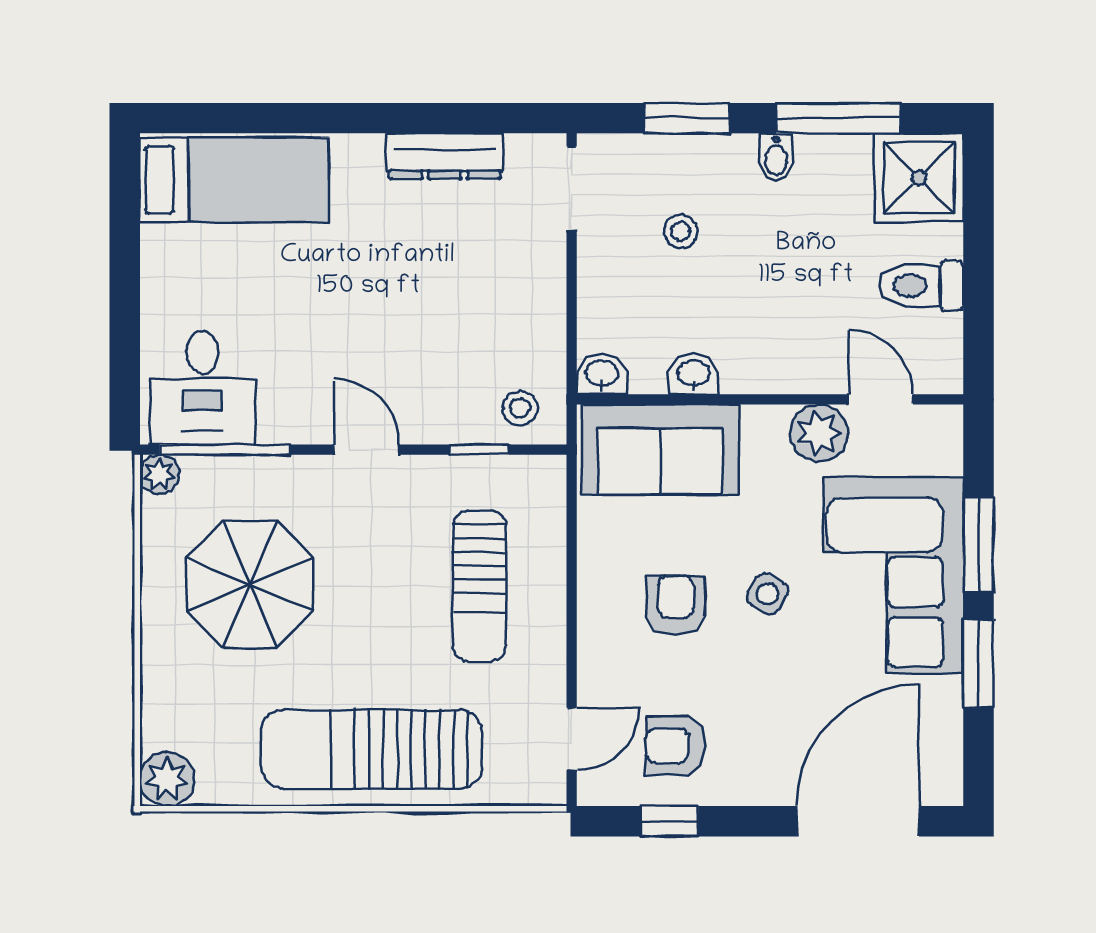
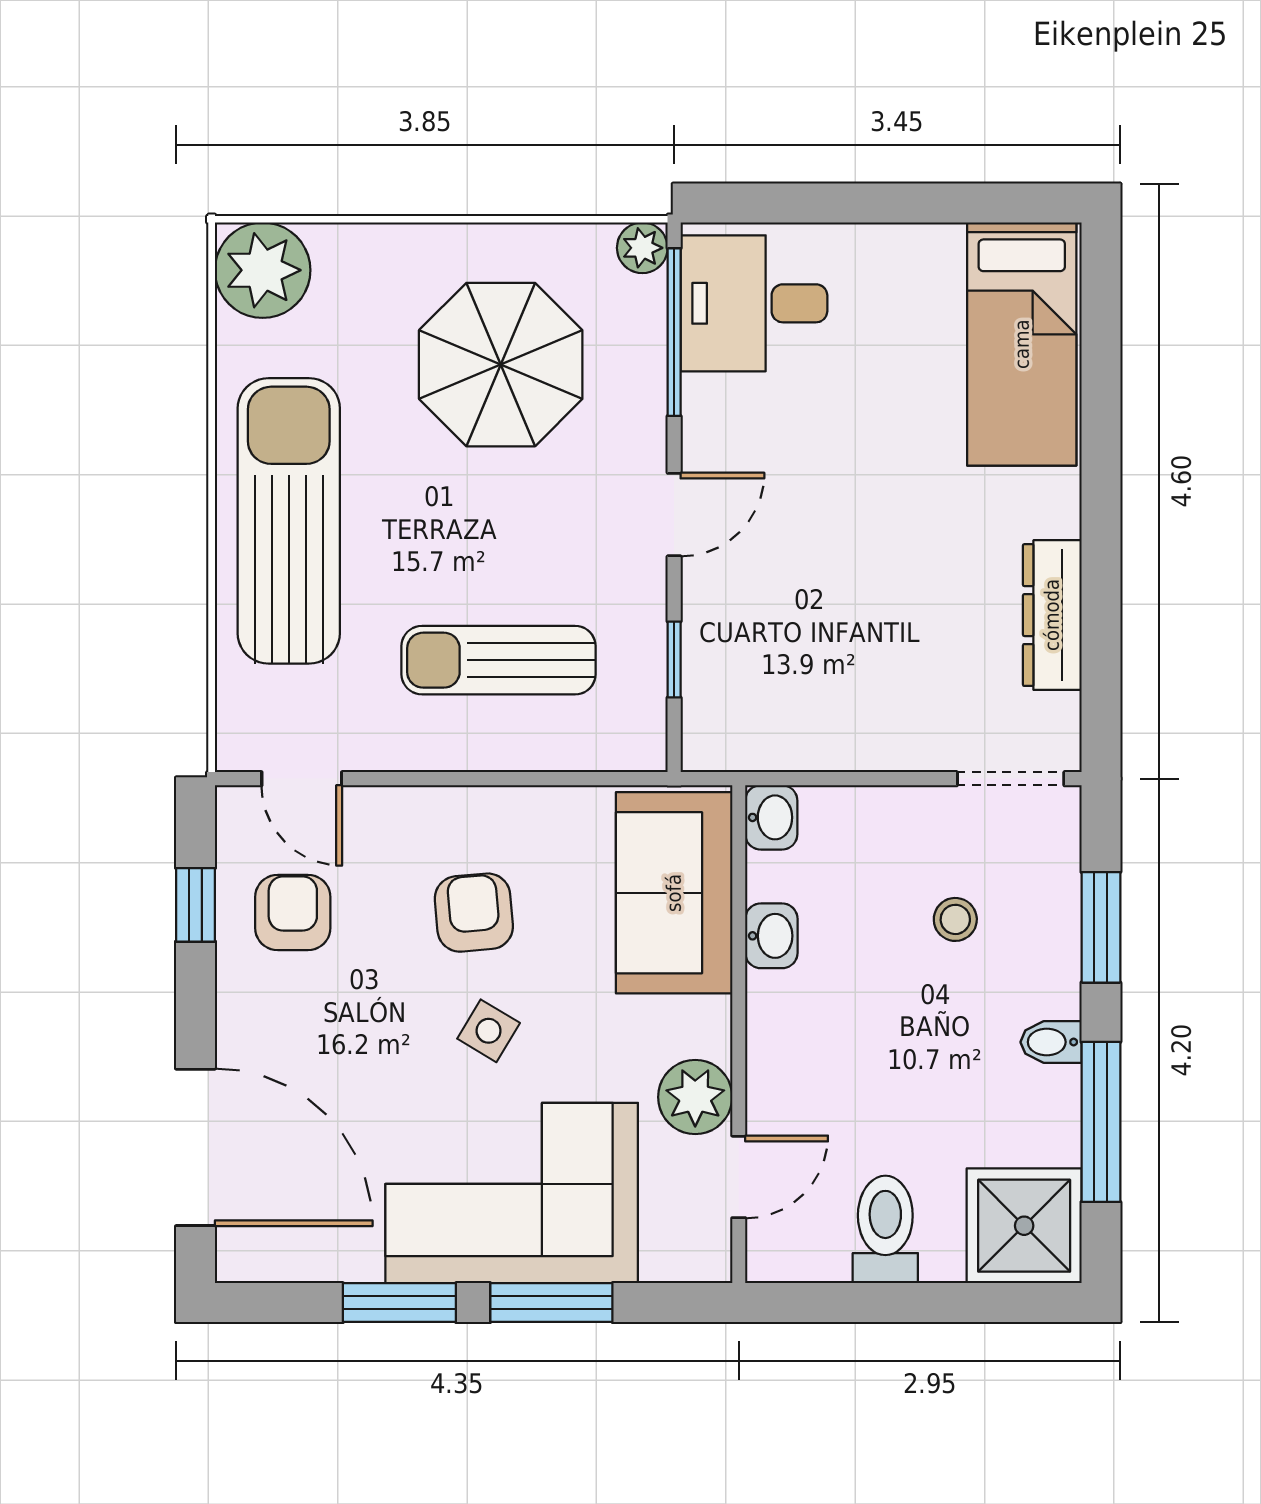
stool: (520, 408) -> (727, 712), removed
armchair: (676, 605) -> (474, 913), turned -95
plant: (167, 779) -> (263, 270), width x1.36, depth x1.36

